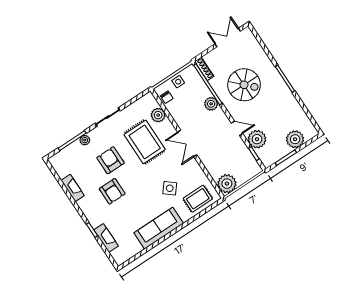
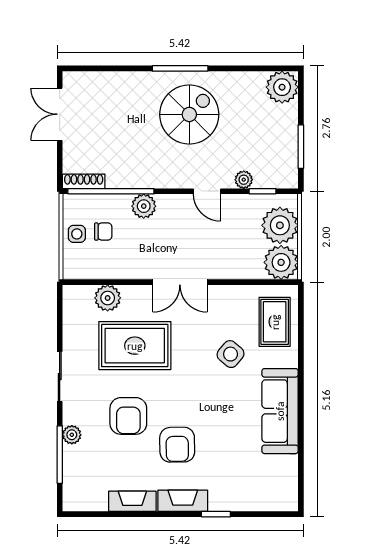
spiral stairs: (244, 85) -> (189, 114), moved
chair: (167, 97) -> (103, 232), moved
door: (237, 128) -> (207, 191), swing flipped
plant: (257, 139) -> (244, 180), width x0.53, depth x0.53
plant: (295, 139) -> (282, 87), moved
armchair: (110, 160) -> (128, 416), turned -90
plant: (244, 172) -> (280, 225), added
armchair: (112, 191) -> (177, 445), turned 89
fireplace: (106, 238) -> (183, 501), moved

